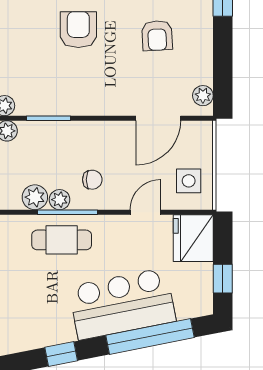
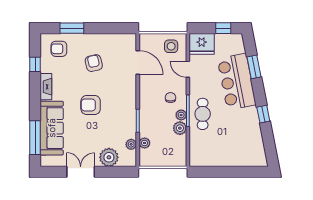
armchair: (157, 36) -> (94, 63), turned -100
plant: (203, 96) -> (126, 39), removed
window: (150, 336) -> (254, 67), width x0.47

